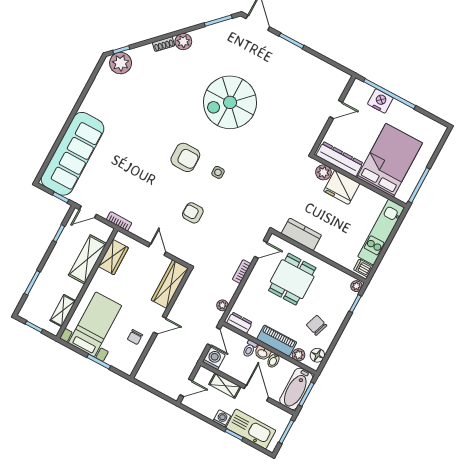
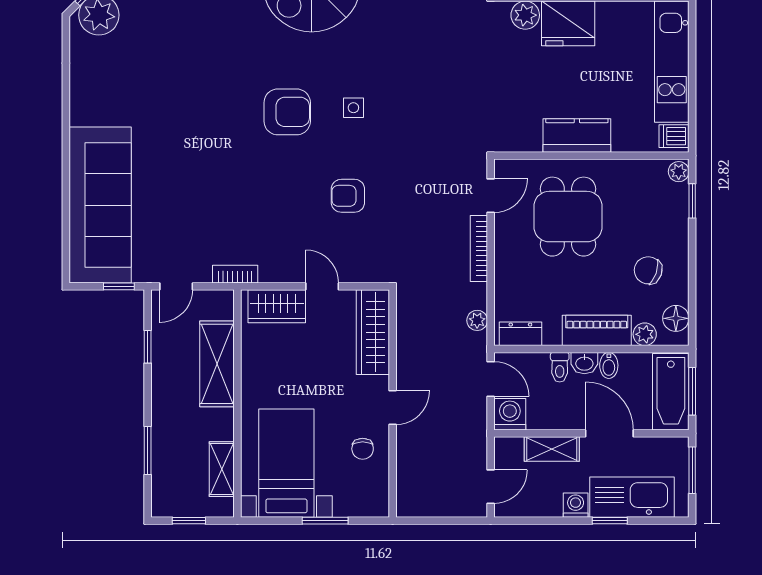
kitchen counter: (301, 234) -> (577, 136), moved
wardrobe: (113, 257) -> (277, 306), moved, turned 90
bookcase: (242, 272) -> (479, 249), width x1.56

